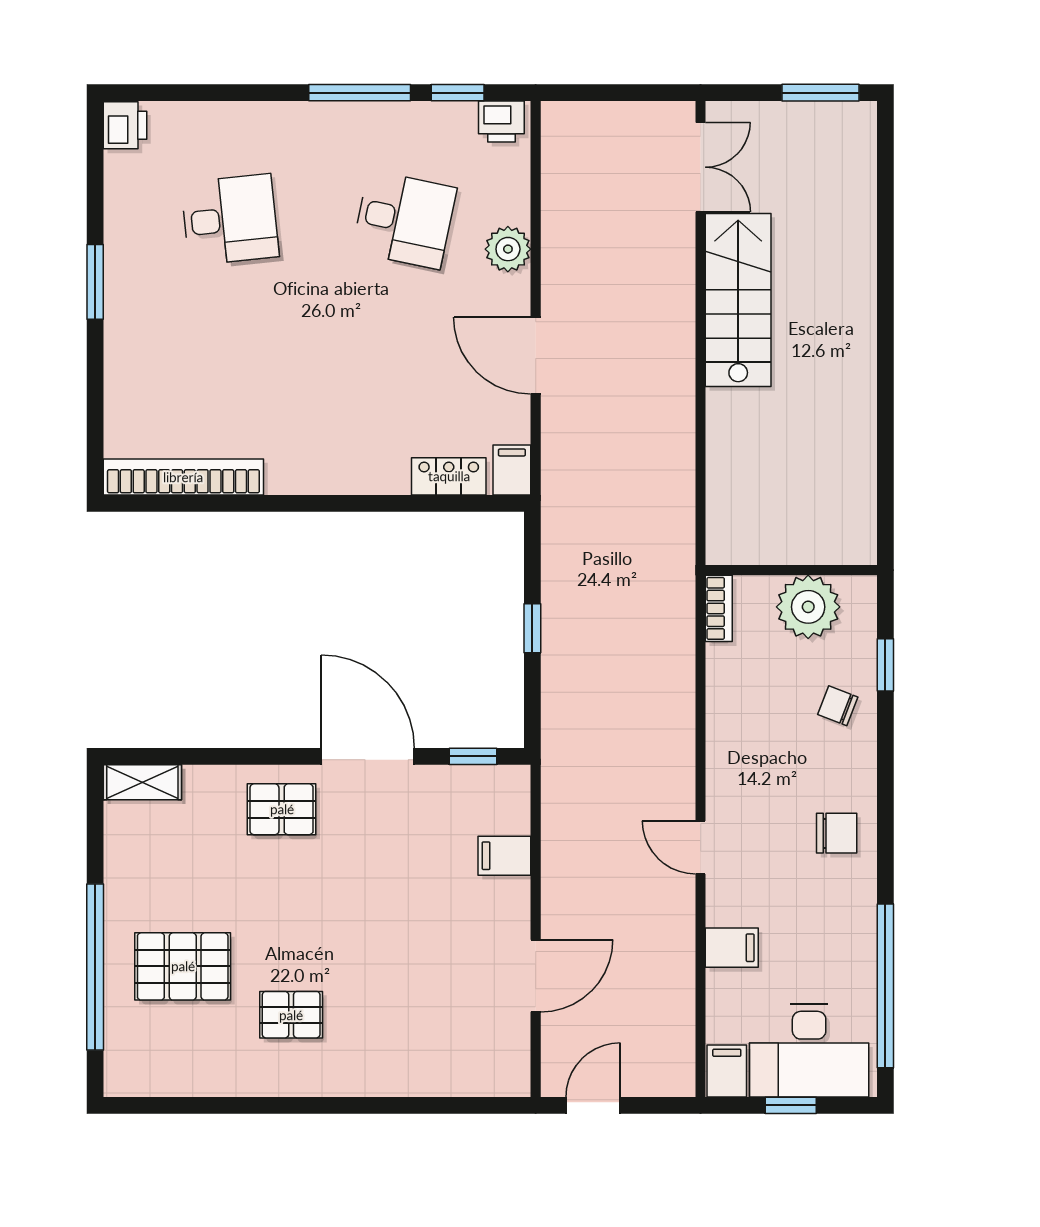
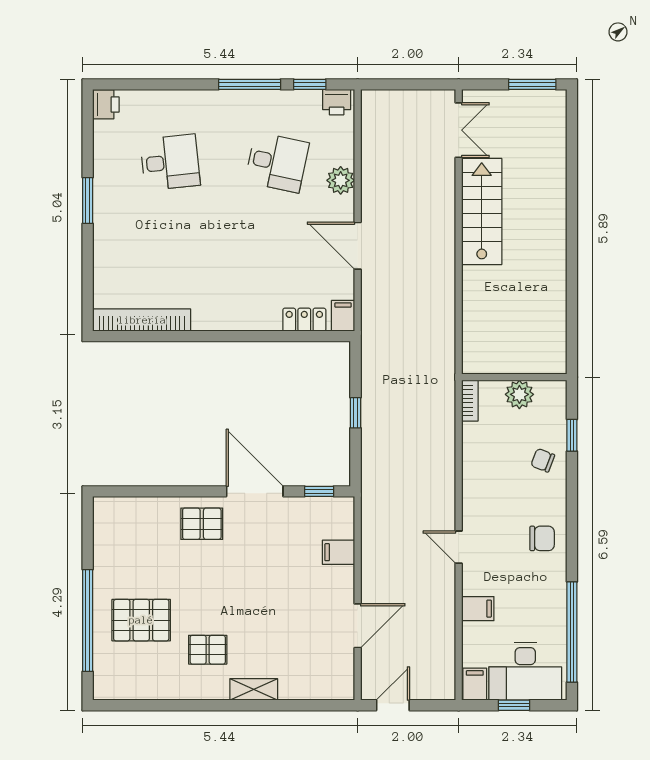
plant: (808, 607) -> (519, 394), width x0.73, depth x0.73
shelving: (142, 782) -> (254, 689), moved

